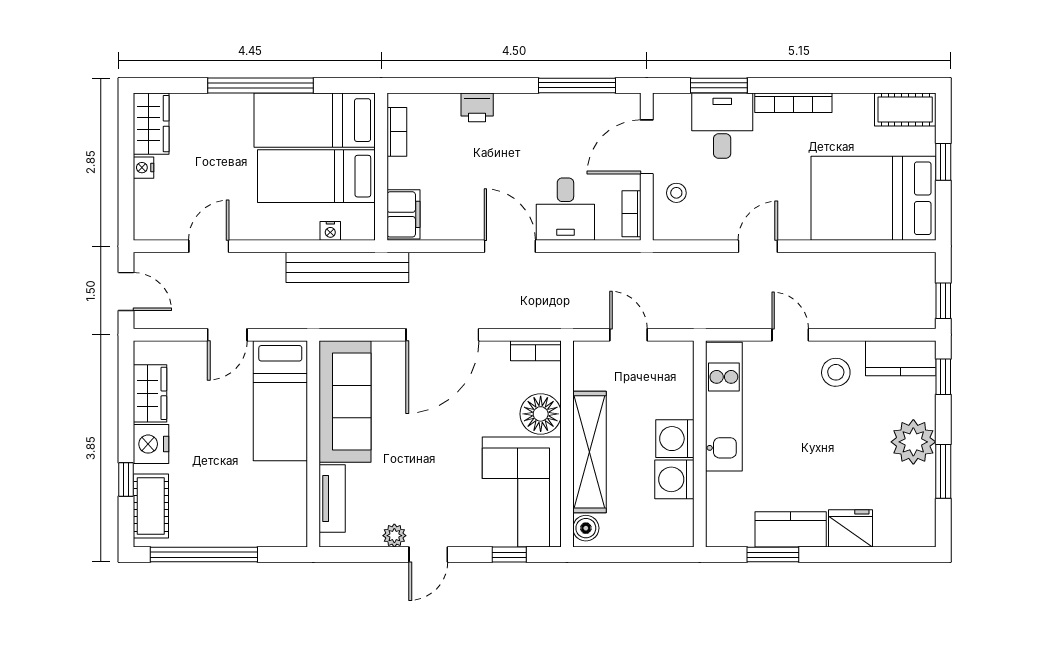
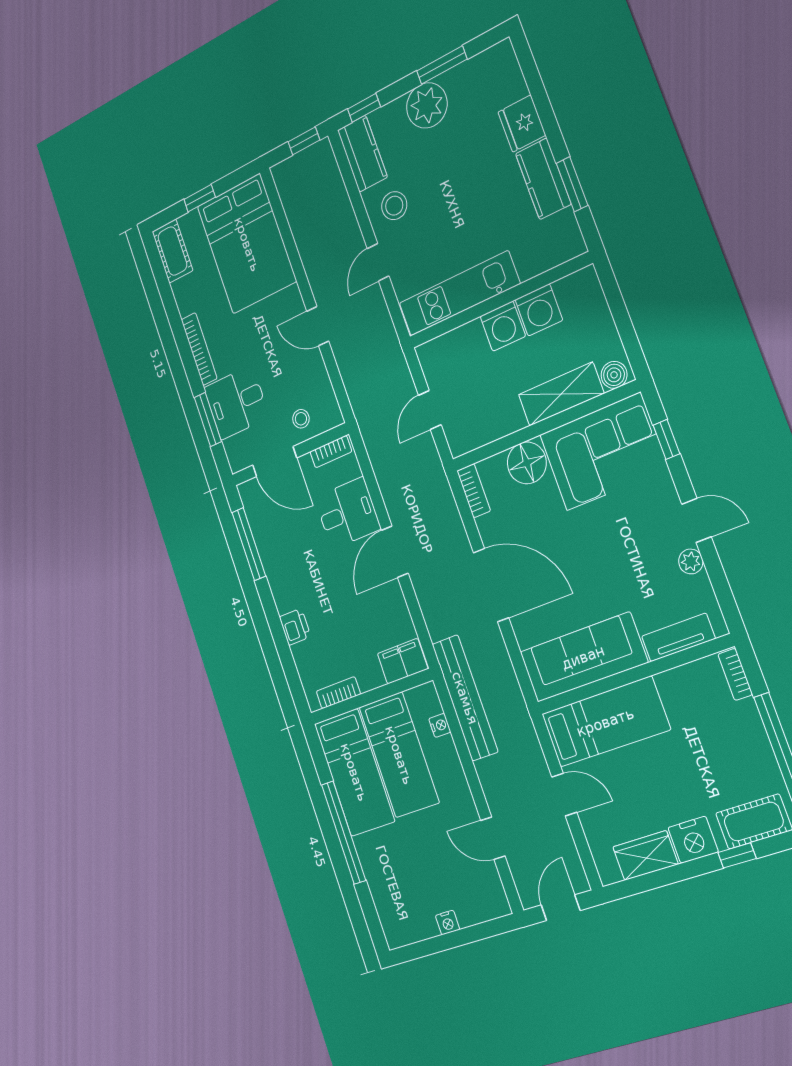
wardrobe: (151, 124) -> (409, 926), removed
shelving: (589, 452) -> (561, 394), width x0.68
bookcase: (283, 538) -> (735, 674), added

